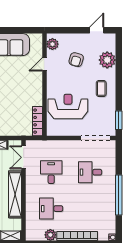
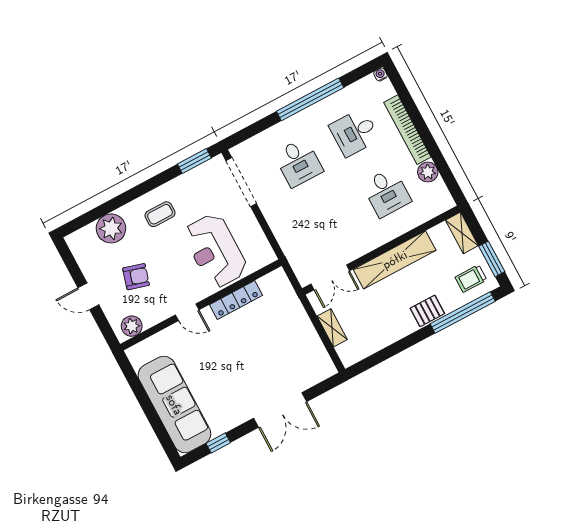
door: (97, 30) -> (88, 296), moved
door: (44, 64) -> (187, 312), moved
locker: (38, 121) -> (236, 300), moved
desk: (51, 172) -> (354, 132), moved

